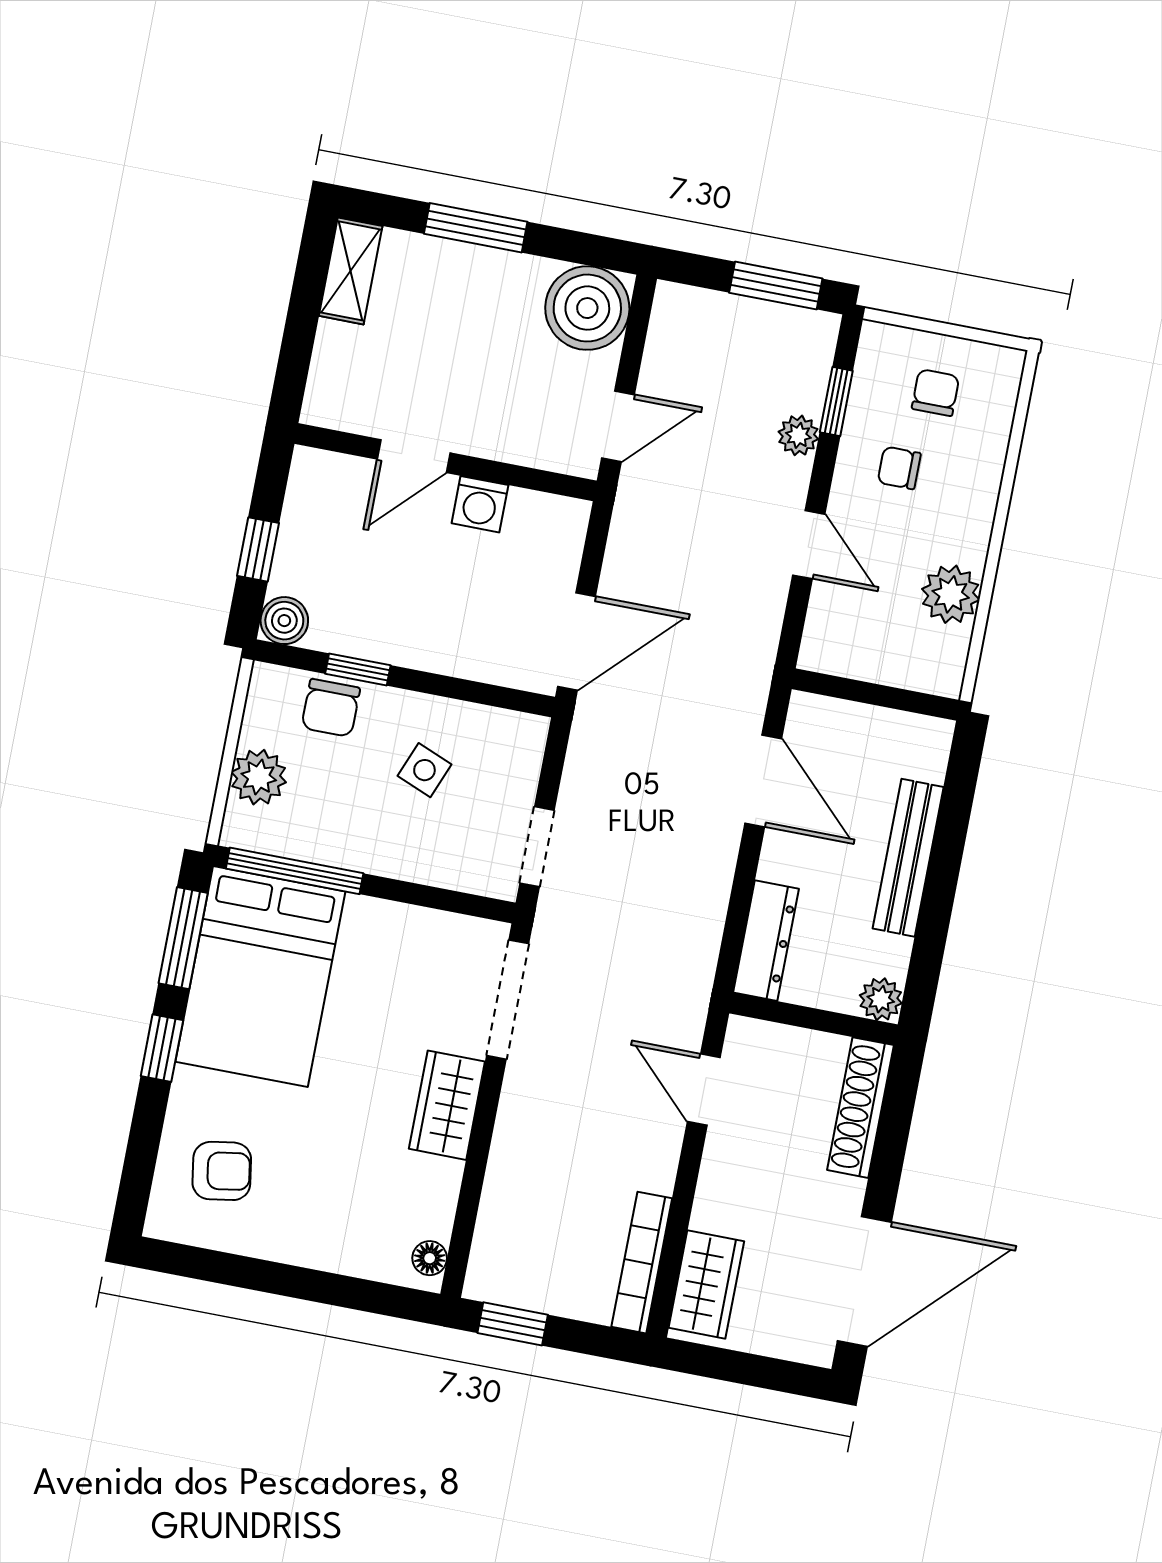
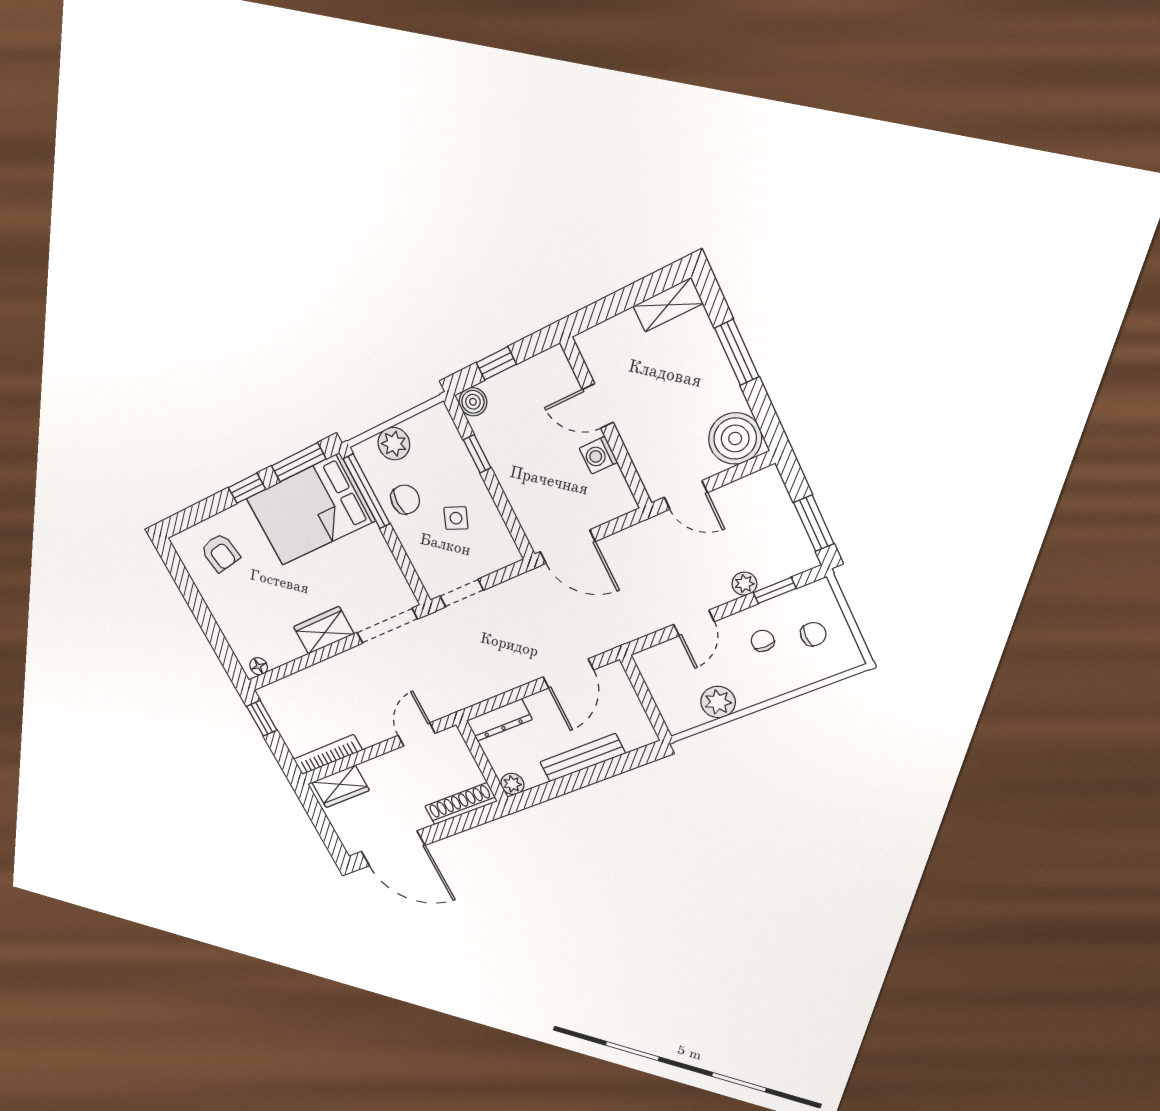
chair: (331, 708) -> (405, 499), moved, turned 180

